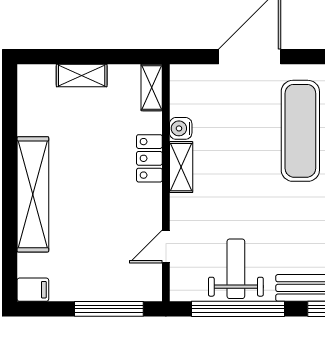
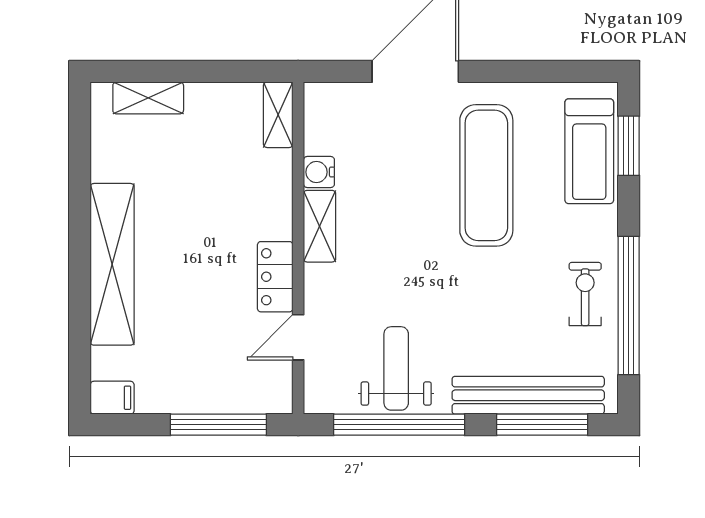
shelving: (82, 75) -> (148, 98), moved
locker: (149, 158) -> (275, 277), moved

